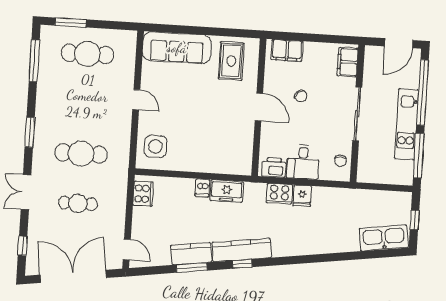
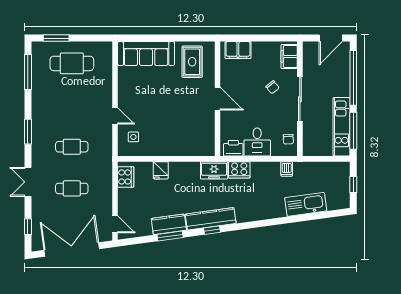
chair: (301, 96) -> (273, 87), moved
door: (136, 100) -> (115, 116), moved
kitchen unit: (407, 124) -> (342, 127), moved
side table: (155, 146) -> (133, 137), width x0.54, depth x0.54
cafe table: (81, 154) -> (72, 147), width x0.73, depth x0.74
dishwasher: (202, 188) -> (287, 169), moved
freezer: (227, 191) -> (214, 170), moved
fridge: (302, 196) -> (161, 170), moved
kitchen sink: (384, 238) -> (306, 204), moved

